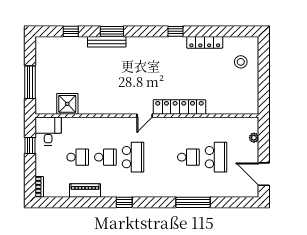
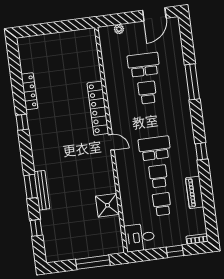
stool: (241, 62) -> (44, 52), removed
shower: (67, 104) -> (107, 205), moved
window: (30, 145) -> (175, 251), moved

